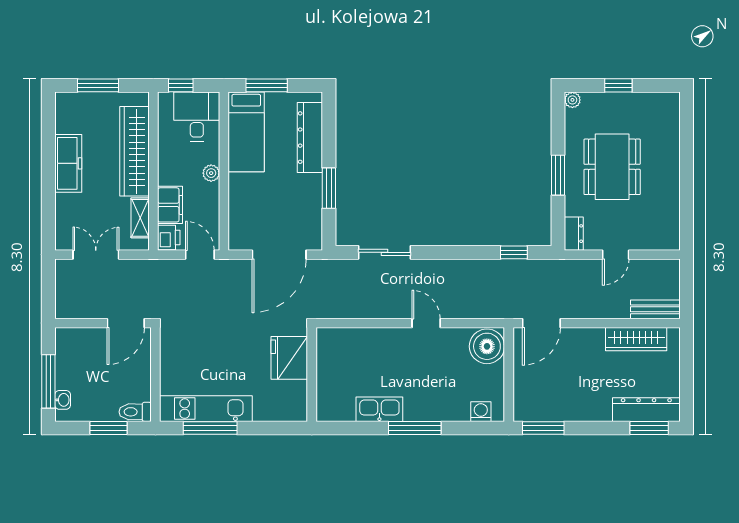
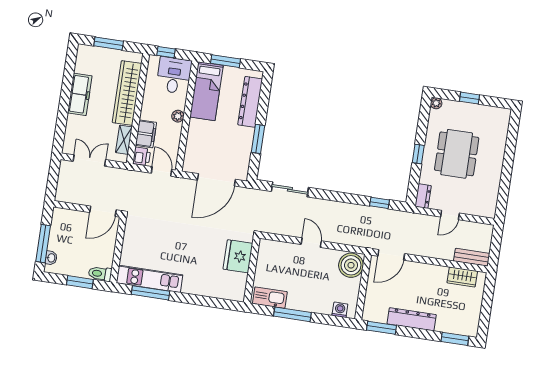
window: (558, 175) -> (418, 154), width x0.67
wardrobe: (636, 339) -> (462, 277), width x0.67
fridge: (289, 358) -> (238, 256), moved
wall: (312, 374) -> (252, 270), moved
dresser: (646, 410) -> (412, 319), moved

